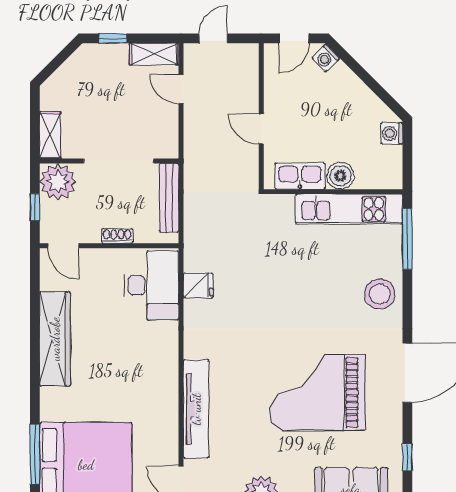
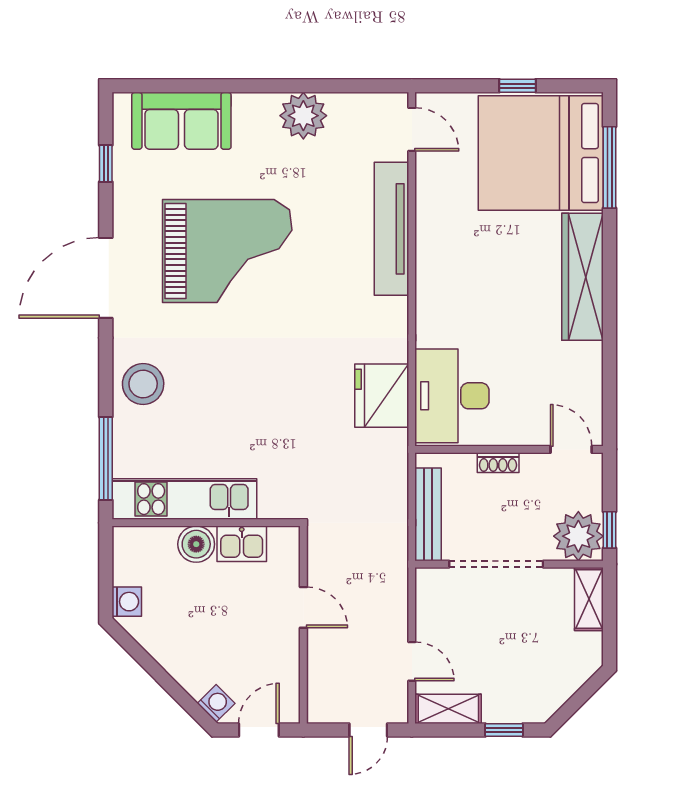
kitchen sink: (300, 176) -> (242, 544), width x0.73
window: (35, 207) -> (609, 530), moved
fridge: (198, 285) -> (382, 396), width x1.88, depth x1.34
wardrobe: (55, 339) -> (582, 277), moved

